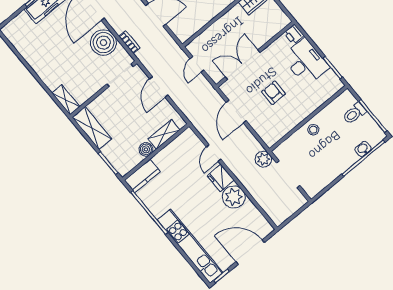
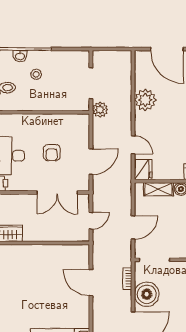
stool: (313, 130) -> (36, 74), moved
door: (214, 153) -> (133, 145), hinge flipped
fridge: (221, 178) -> (143, 170), moved

